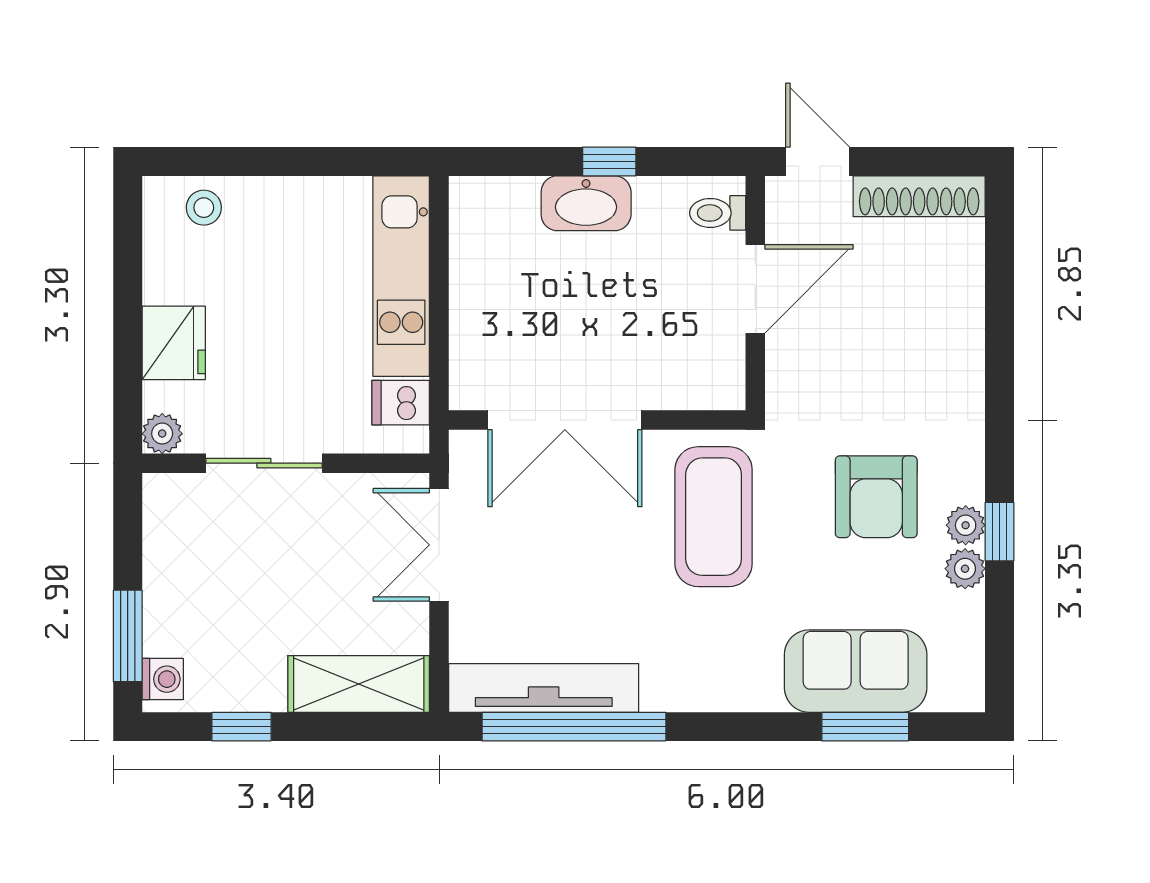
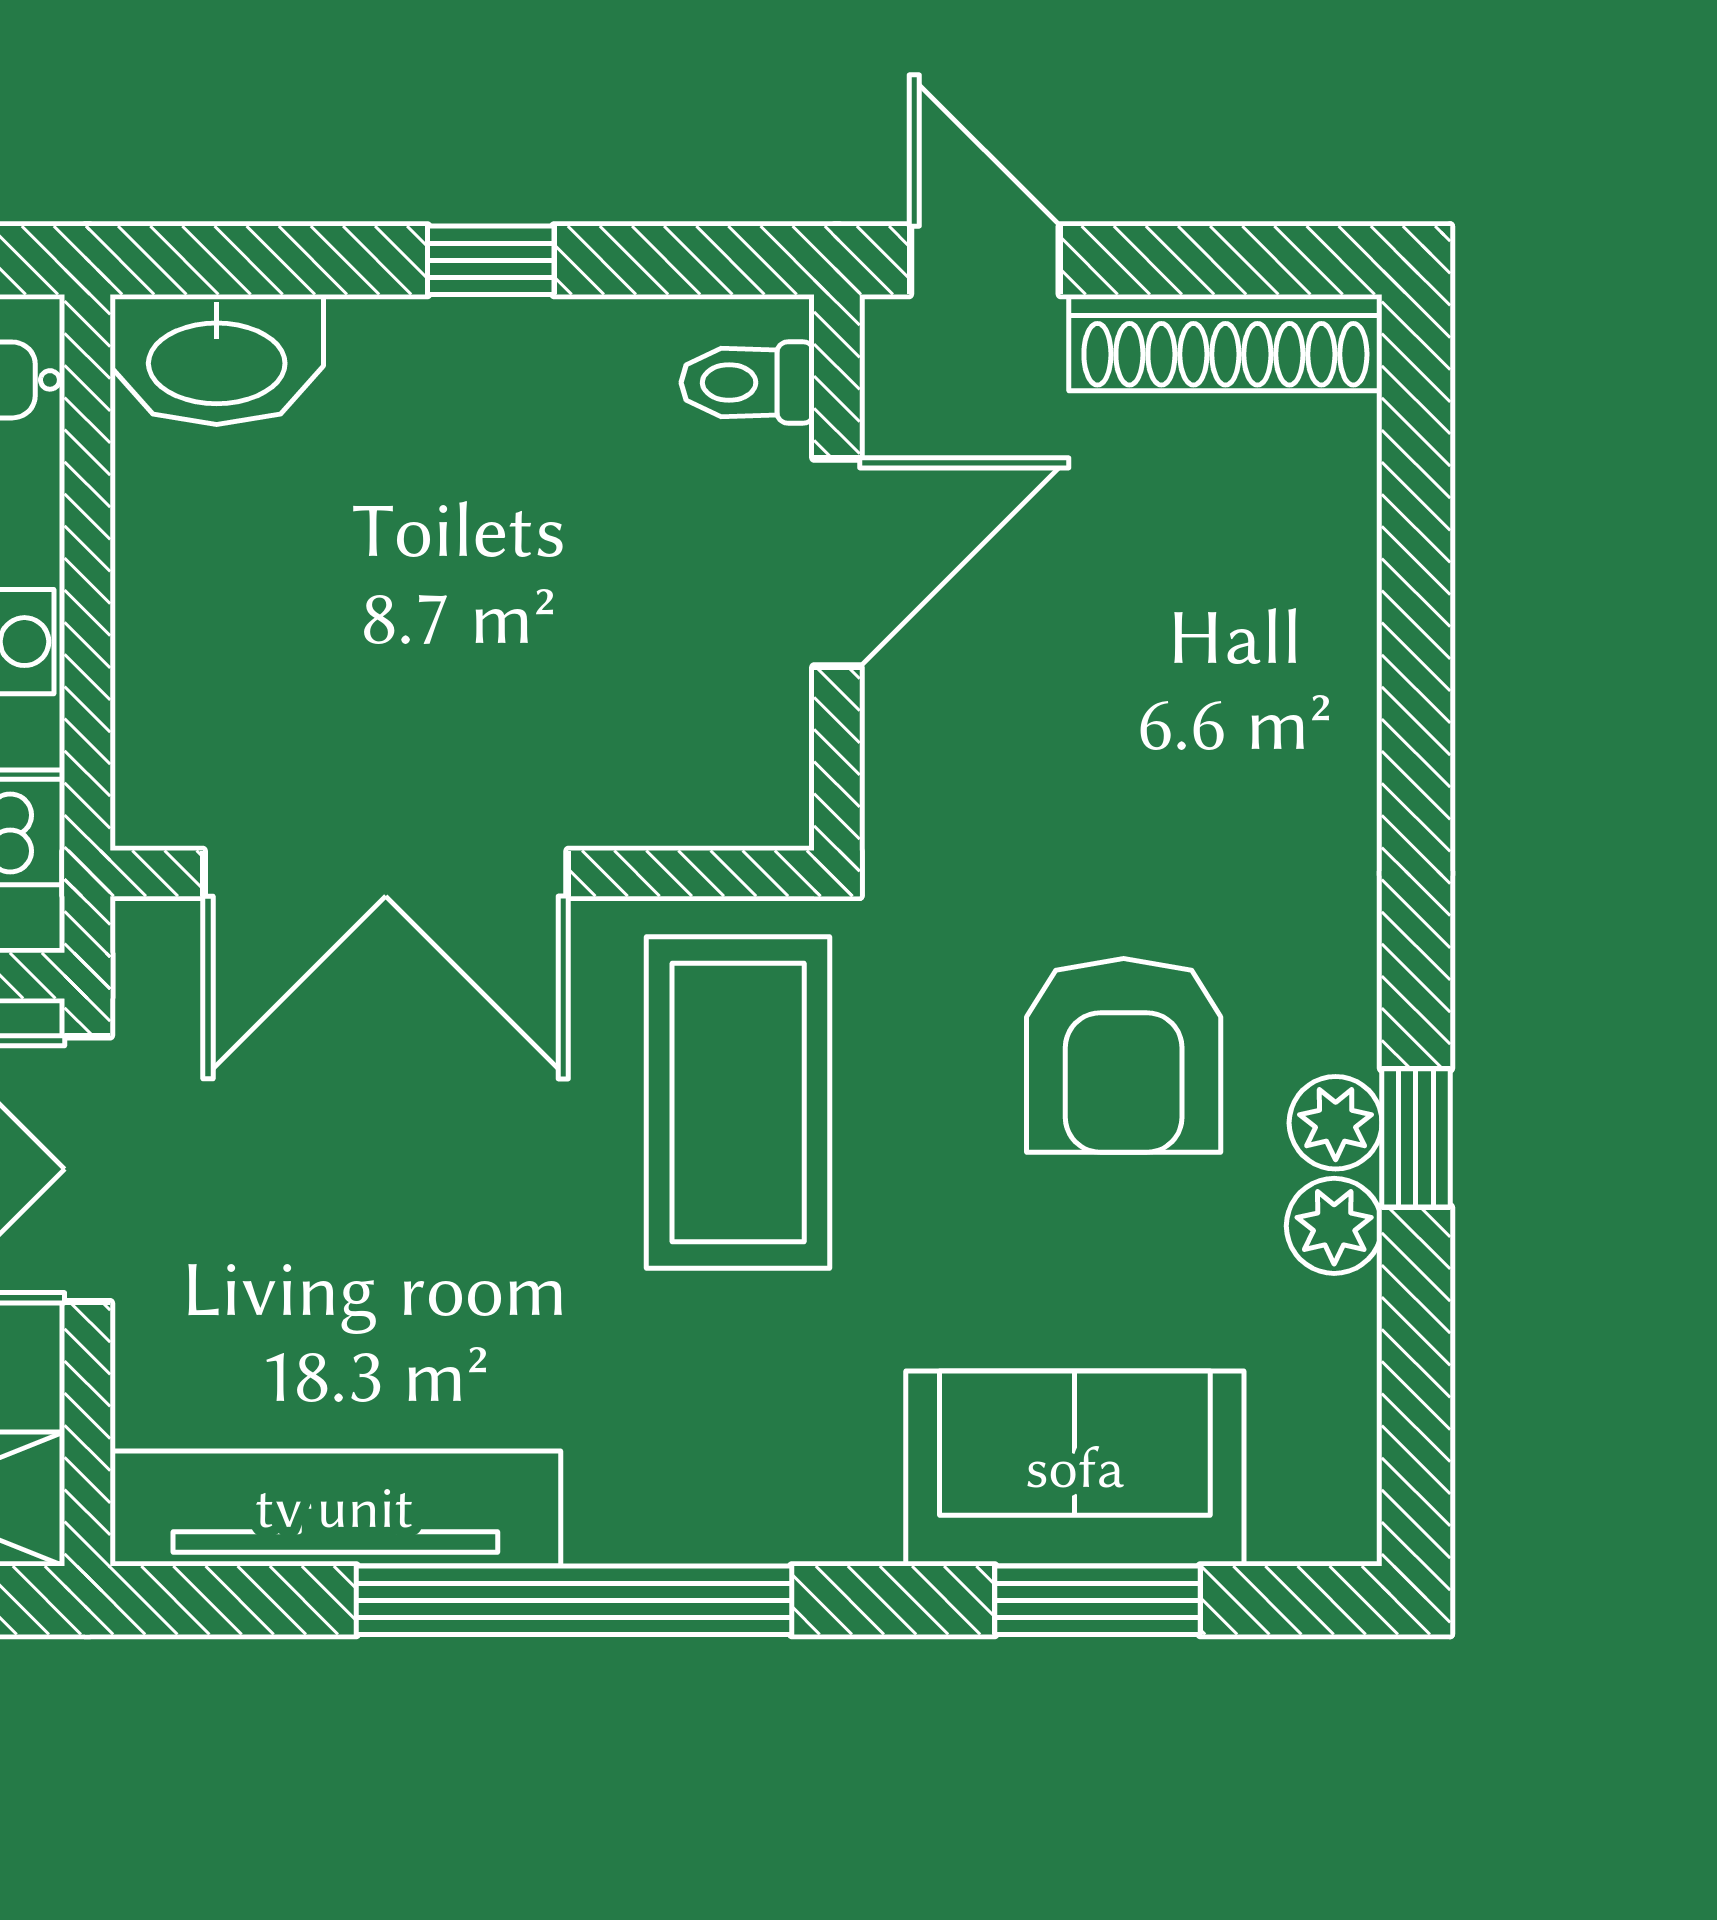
washbasin: (586, 203) -> (217, 359), moved
window: (574, 727) -> (574, 1600), moved

